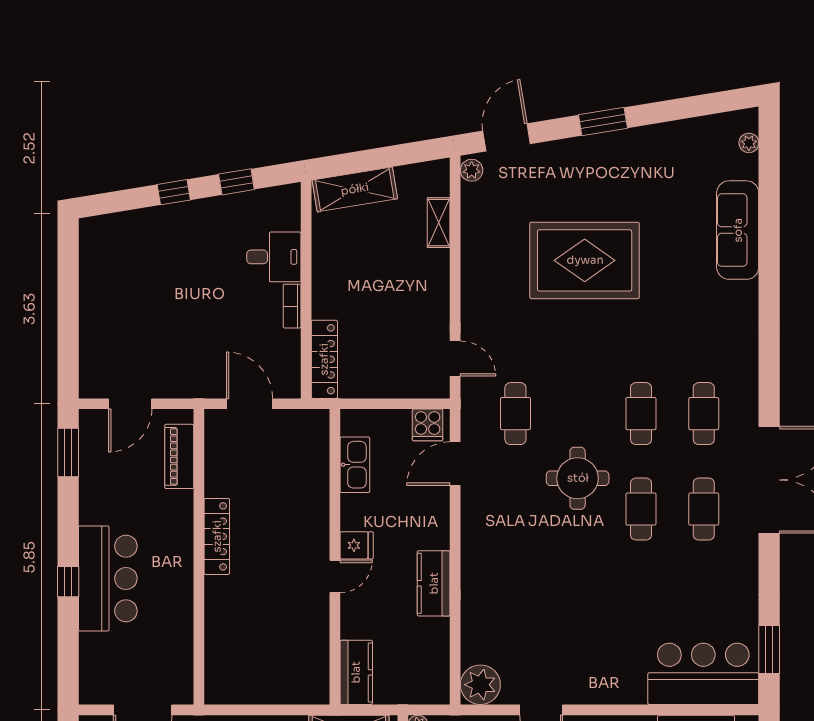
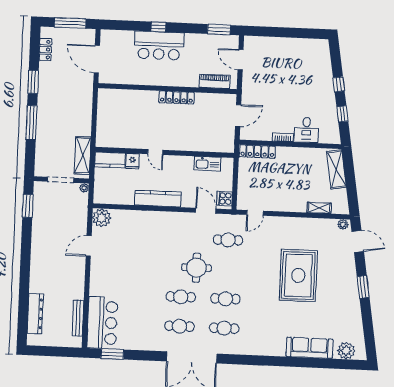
plant: (749, 143) -> (346, 351), width x1.87, depth x1.87
fridge: (357, 545) -> (133, 161), moved
kitchen counter: (434, 583) -> (158, 198), width x1.50

